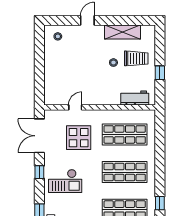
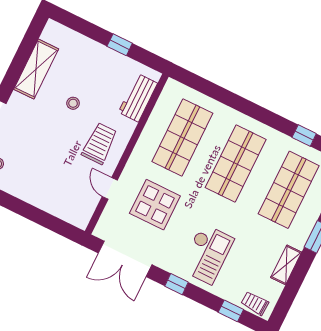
trolley: (136, 58) -> (99, 143), moved

